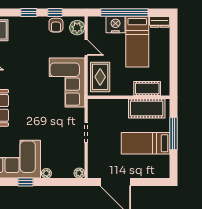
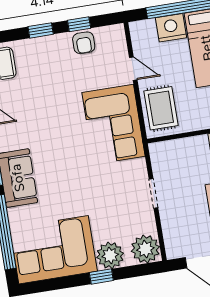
plant: (77, 28) -> (115, 41), removed
plant: (46, 173) -> (110, 255), width x1.88, depth x1.88
plant: (79, 173) -> (145, 249), width x1.88, depth x1.88
window: (25, 182) -> (101, 276), moved

